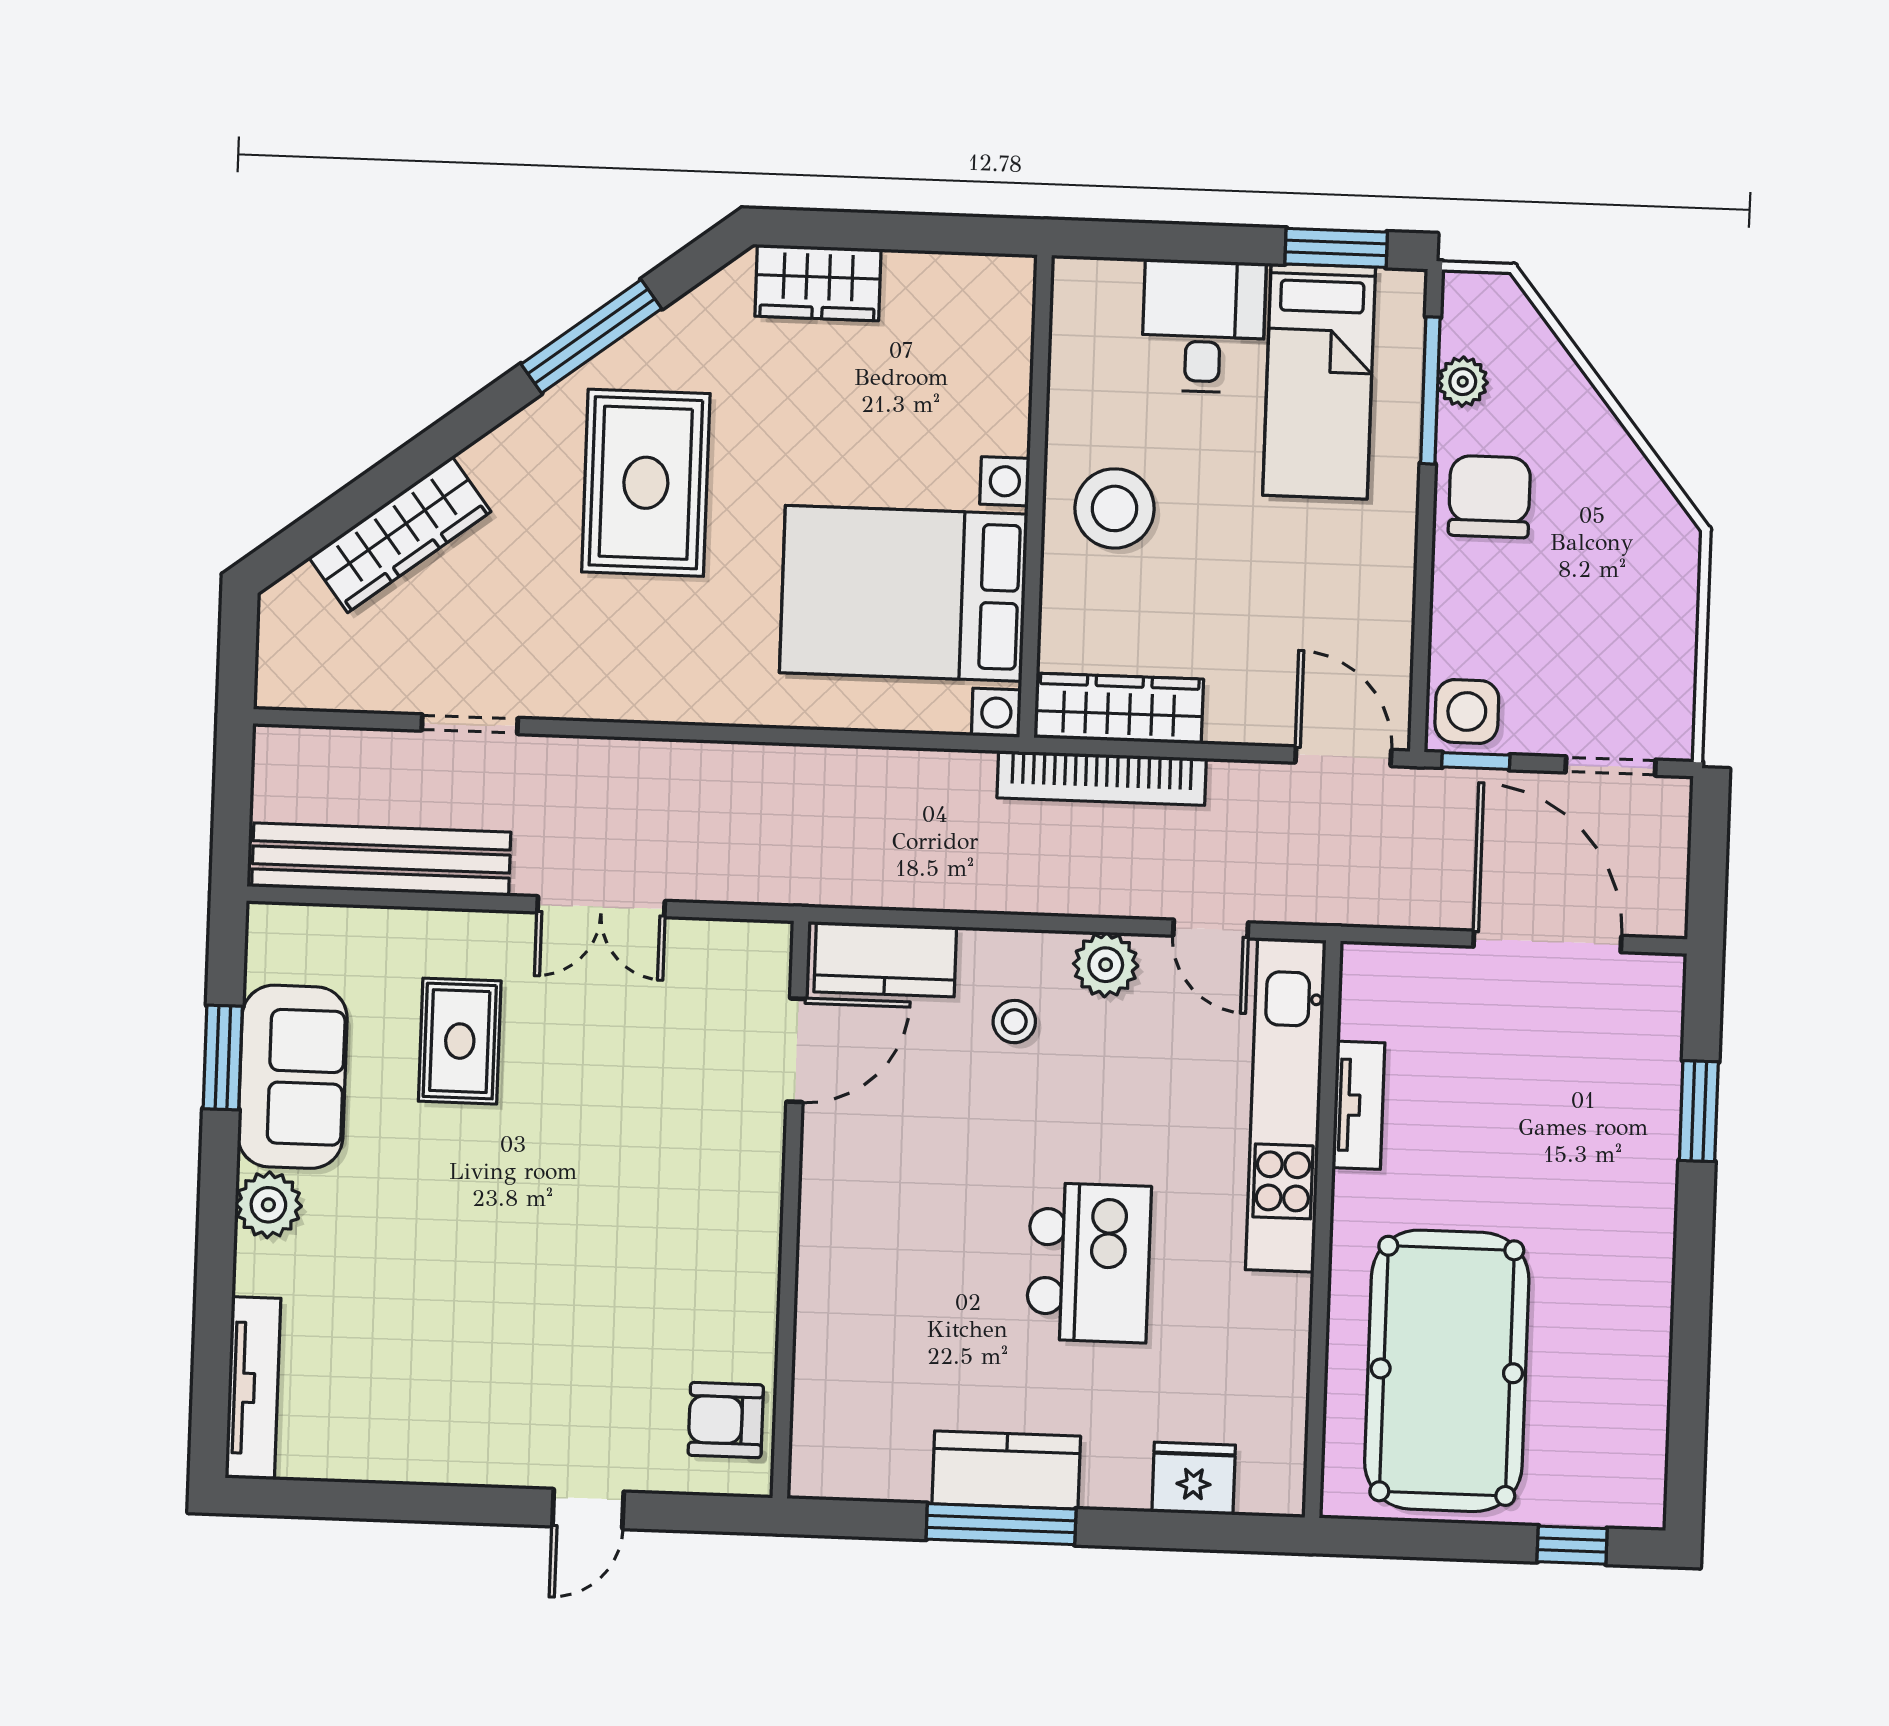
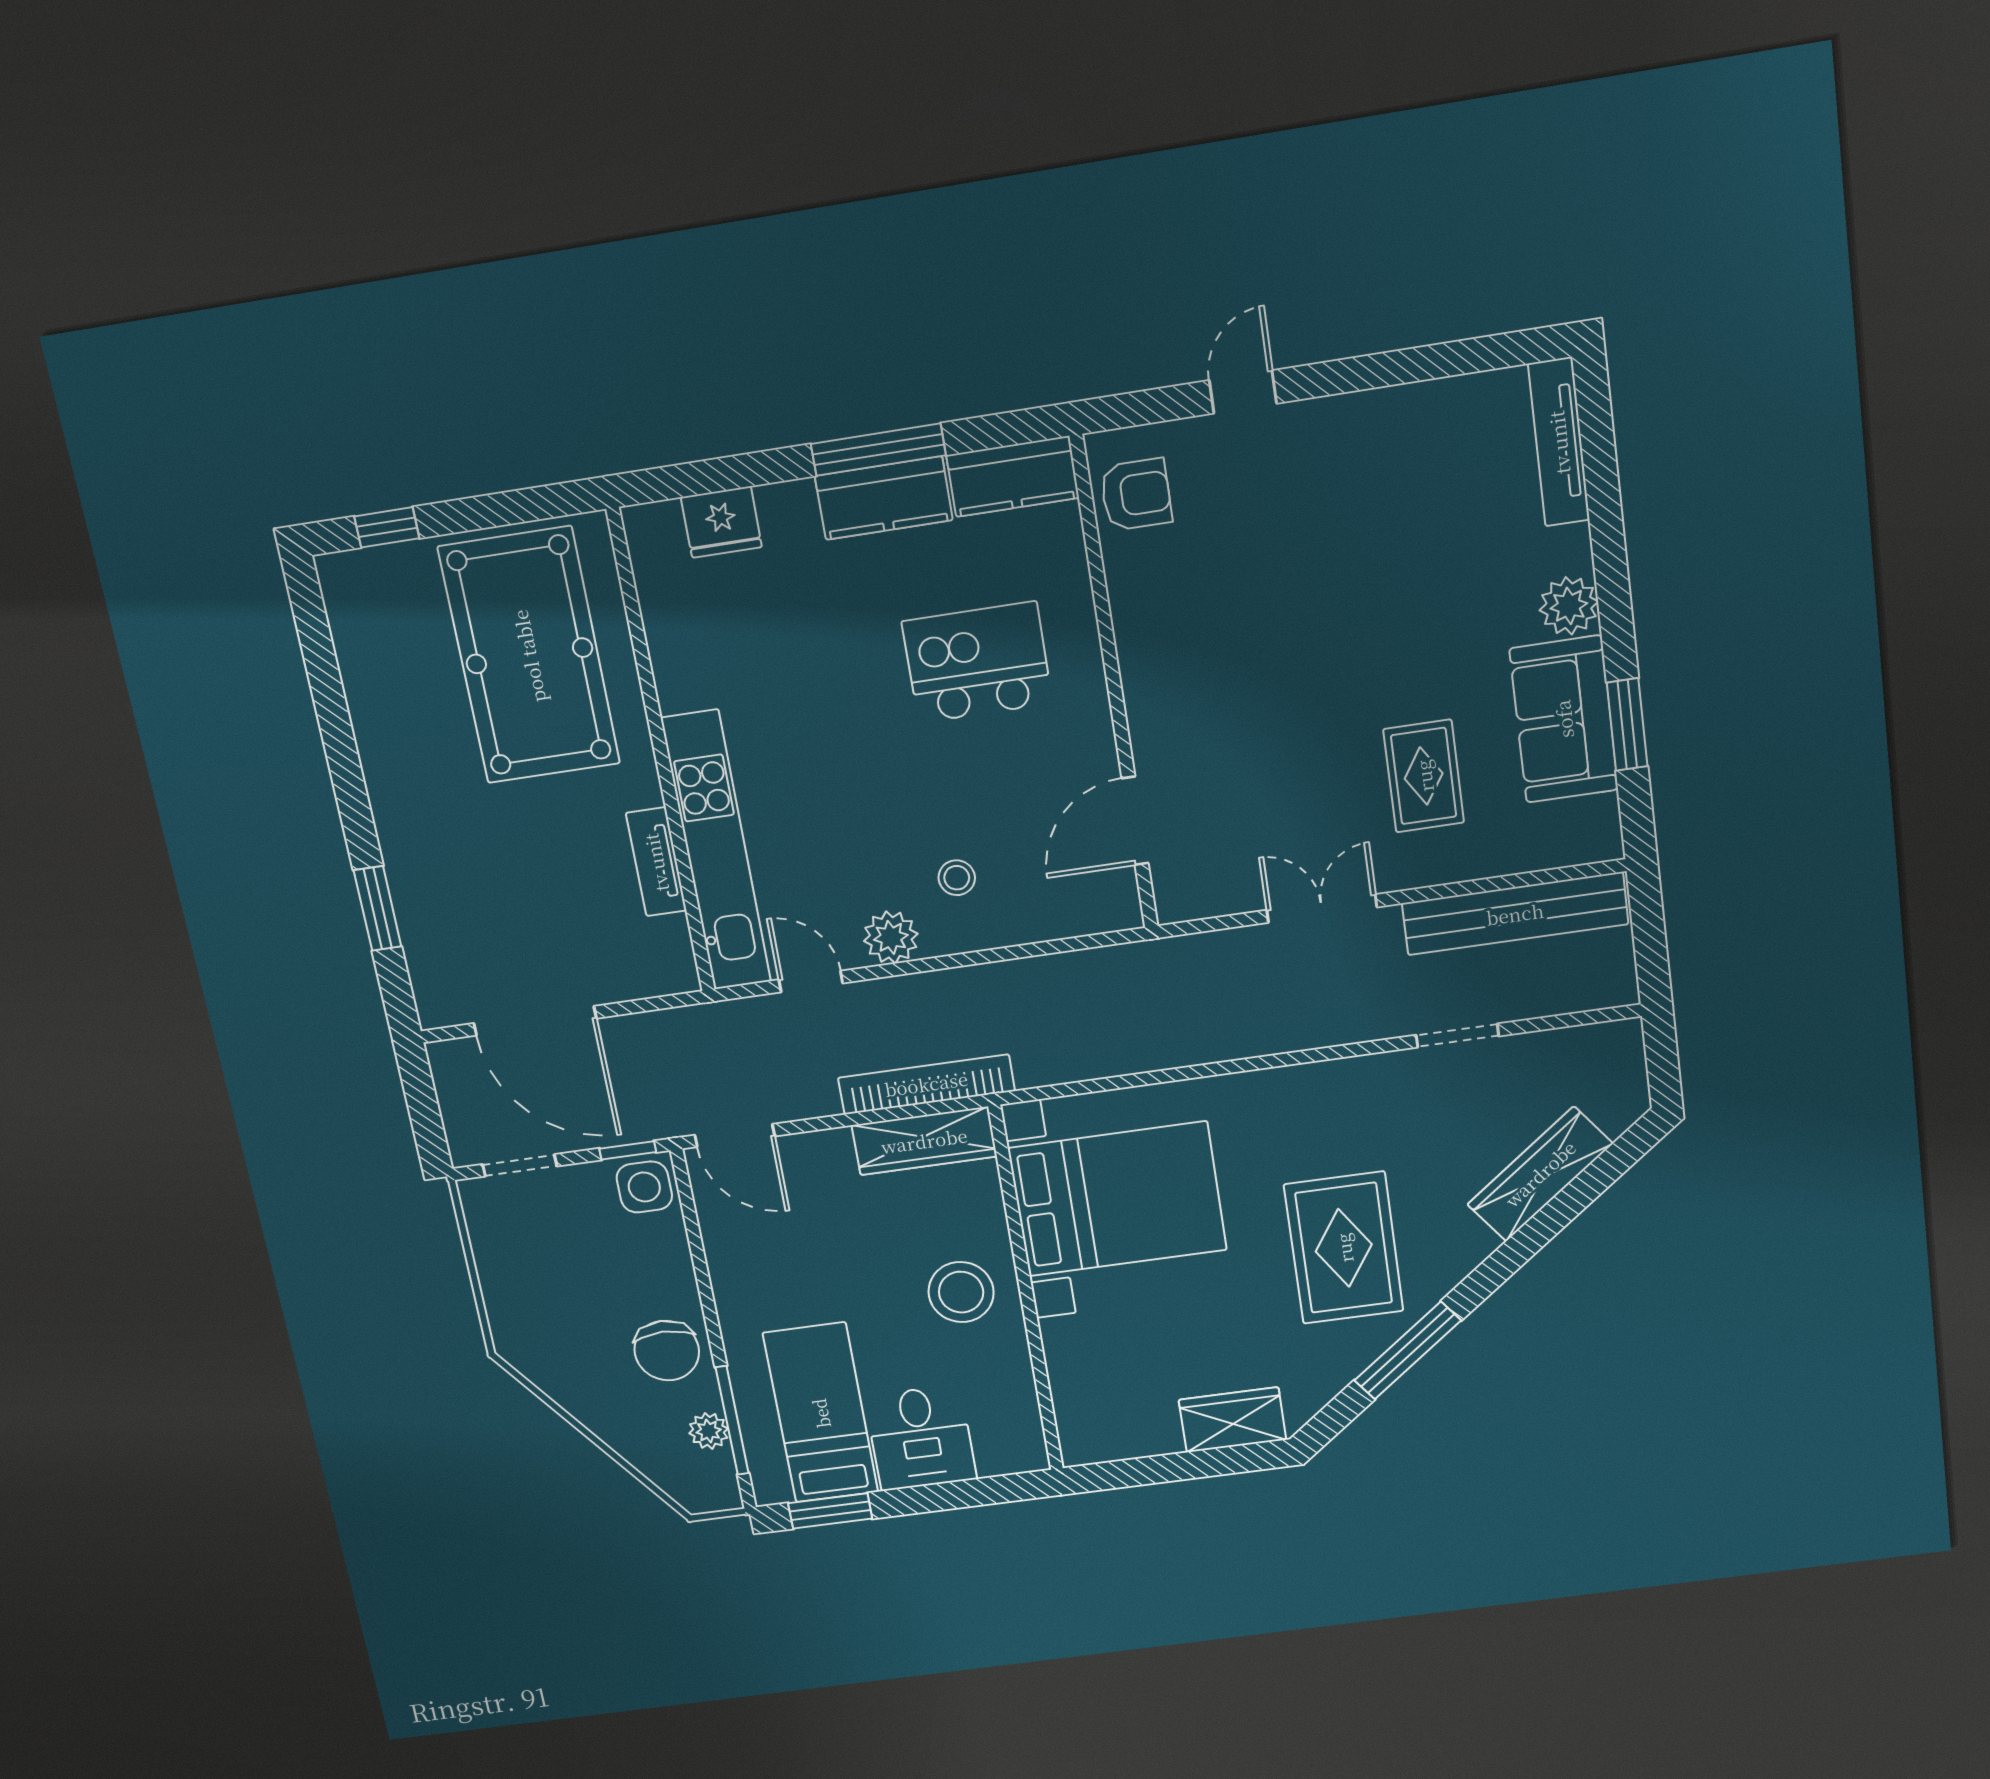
kitchen counter: (885, 959) -> (1013, 477), moved, turned 180
kitchen island: (1089, 1263) -> (977, 662), moved, turned 90

